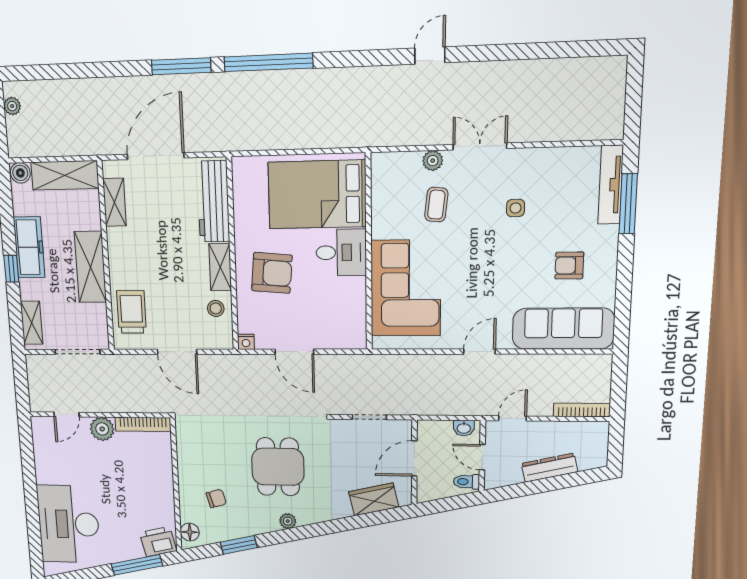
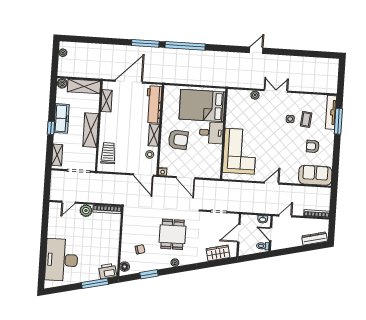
coffee table: (436, 205) -> (306, 119), moved
sofa: (563, 329) -> (315, 175), width x0.73
door: (177, 352) -> (143, 175), moved
dresser: (550, 468) -> (314, 239), moved

